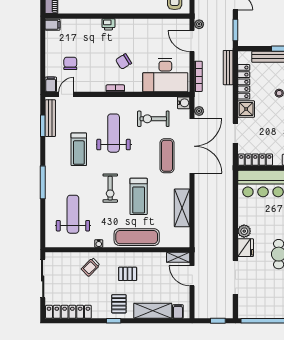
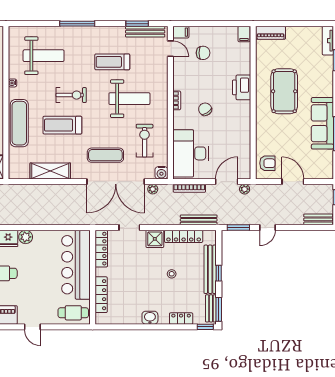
printer: (108, 24) -> (242, 87), width x1.87, depth x1.48
exercise bike: (110, 188) -> (71, 95), turned 180

